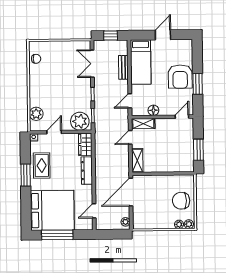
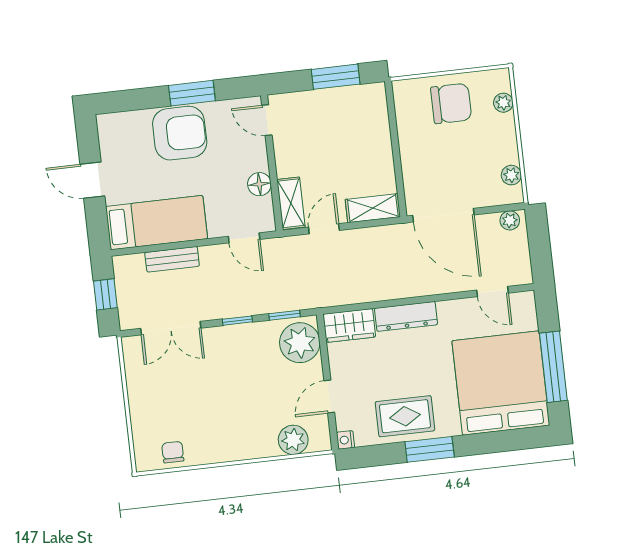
door: (54, 132) -> (329, 397), hinge flipped
door: (130, 137) -> (324, 229), swing flipped
chair: (181, 201) -> (451, 103), turned -90
plant: (189, 224) -> (511, 175), moved

